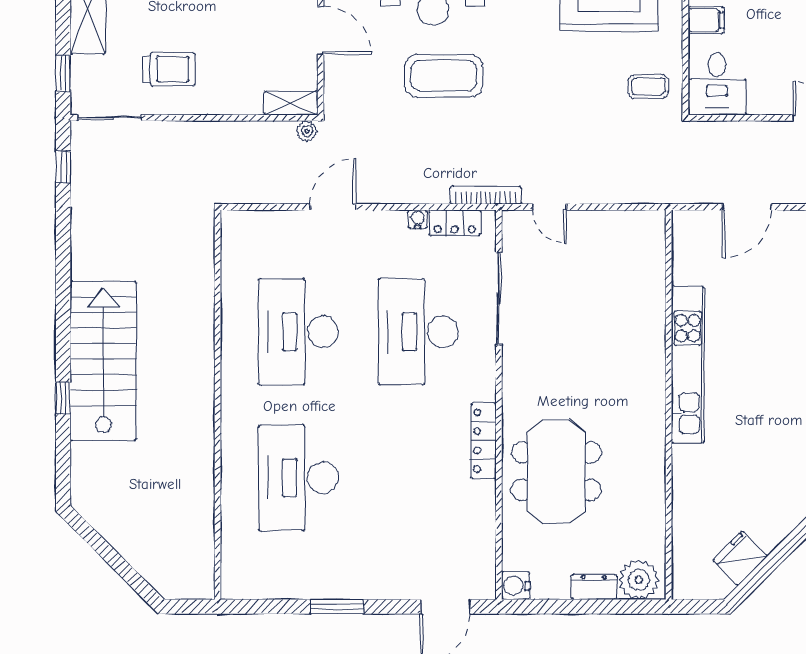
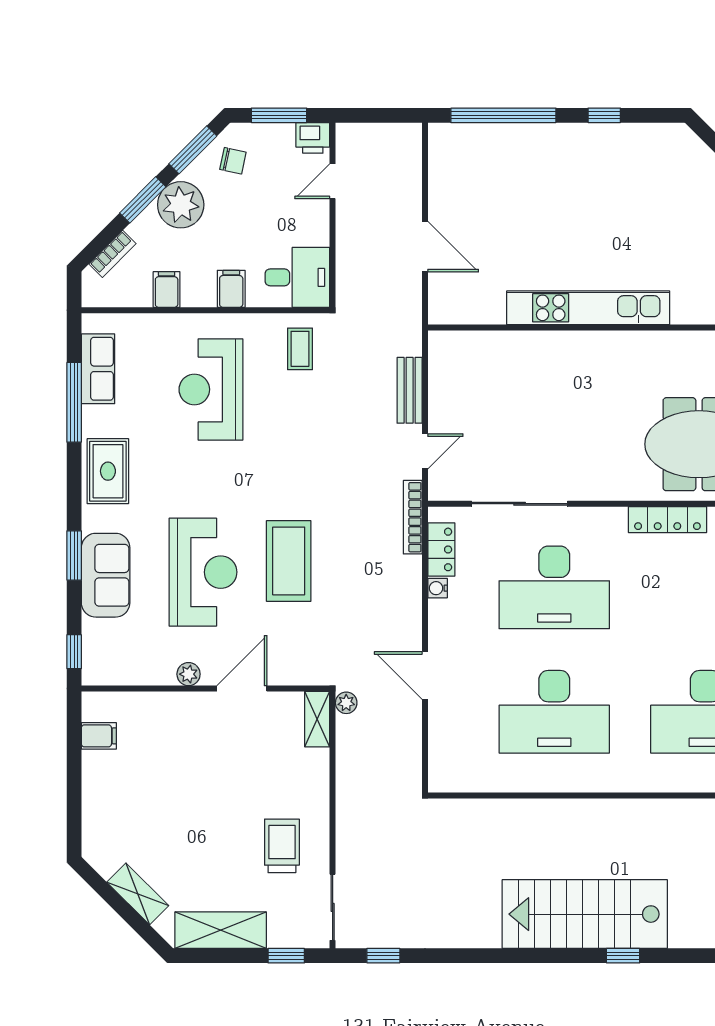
bench: (608, 192) -> (410, 390), added

